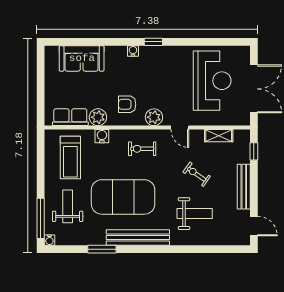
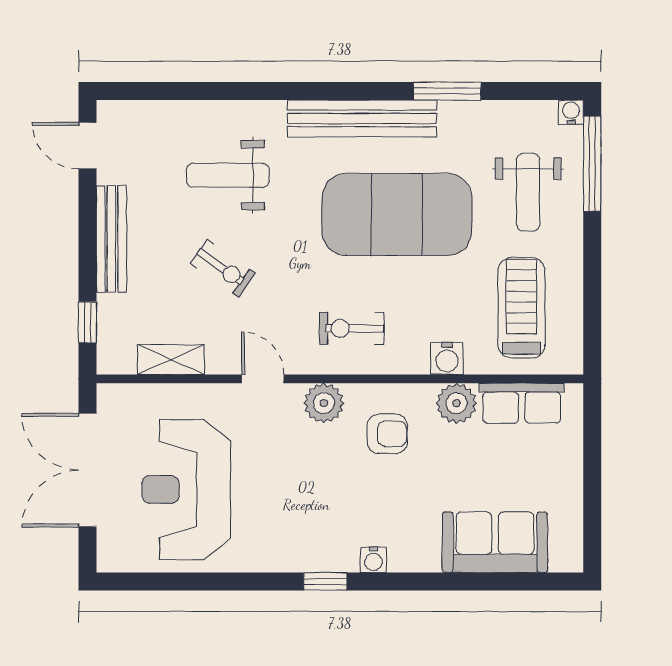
exercise bike: (142, 149) -> (352, 328), turned 180

